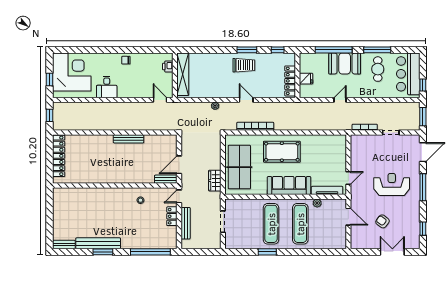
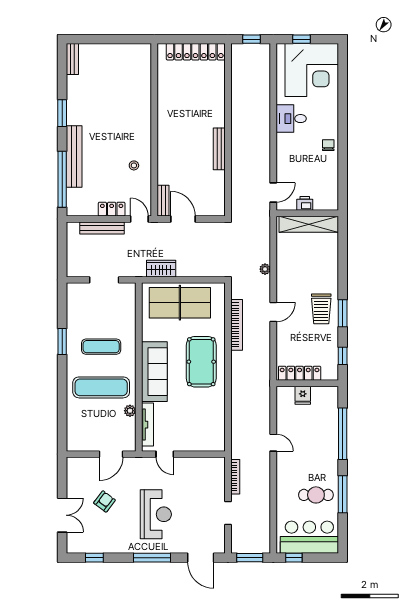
booth: (345, 63) -> (324, 449), removed
printer: (168, 67) -> (305, 203), moved
exercise mat: (271, 224) -> (101, 347), width x0.73, depth x0.69
bench: (98, 243) -> (74, 157), moved

